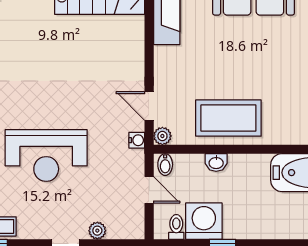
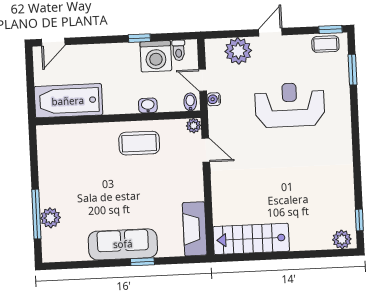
coffee table: (228, 118) -> (139, 143), width x0.73, depth x0.76
water cooler: (137, 140) -> (214, 99), moved
plant: (97, 231) -> (238, 51), width x1.87, depth x1.87

